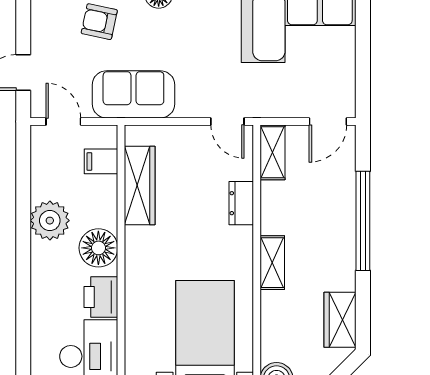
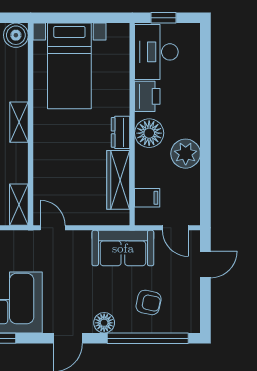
dresser: (241, 203) -> (121, 132), moved, turned 180

